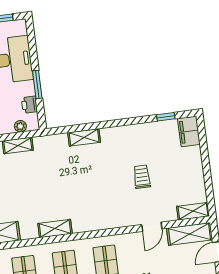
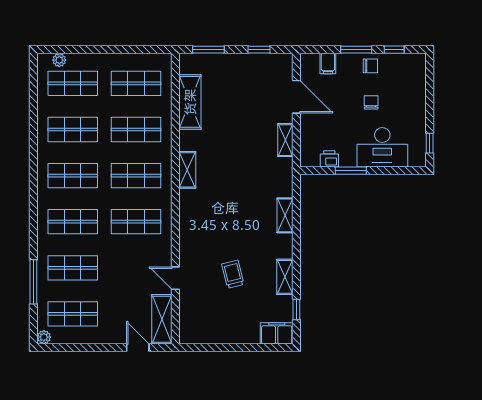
plant: (20, 126) -> (307, 146), removed
trolley: (142, 177) -> (233, 274), turned -104
shelving: (193, 211) -> (285, 277), moved

